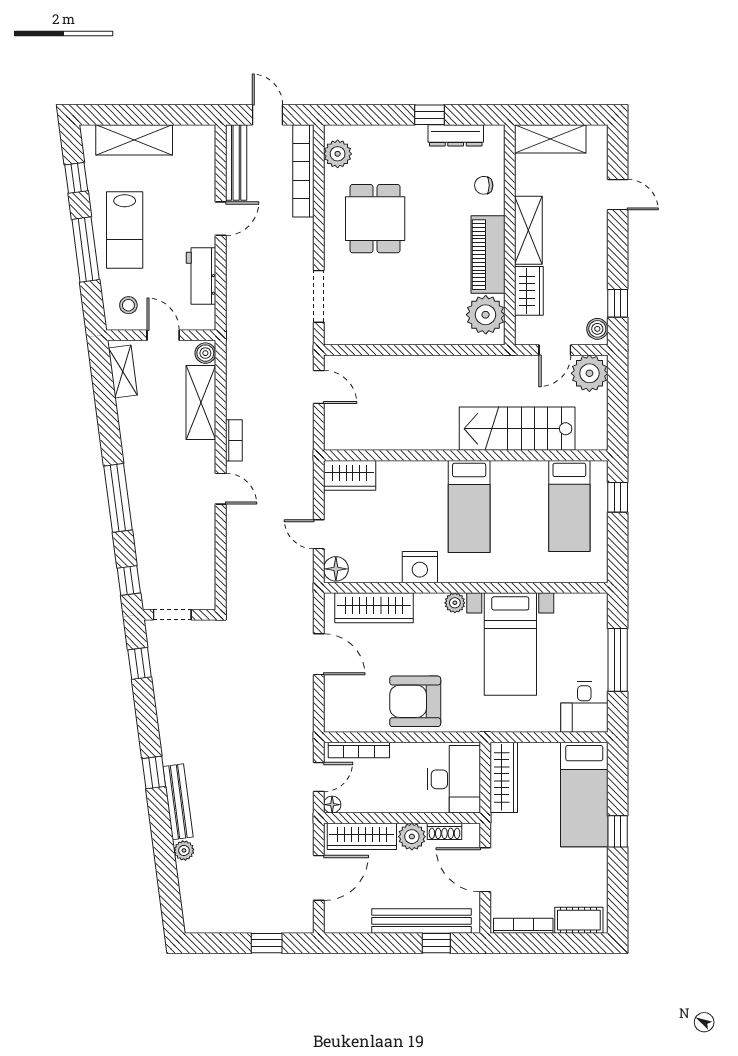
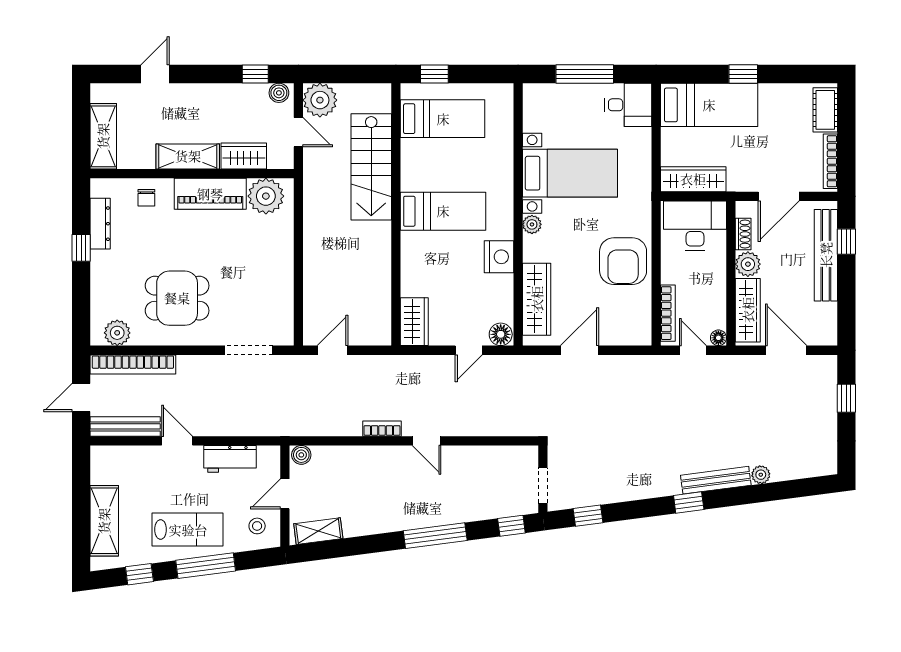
shelving: (201, 402) -> (347, 459), removed
door: (221, 489) -> (426, 441), swing flipped

